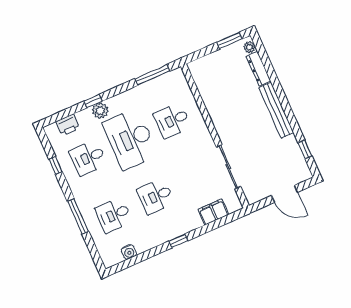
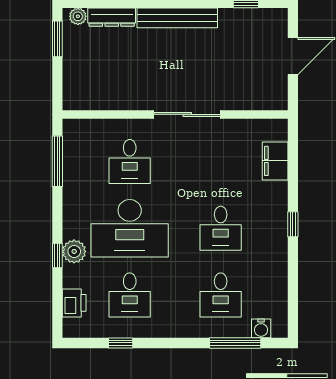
sliding door: (228, 167) -> (187, 114), moved
window: (78, 216) -> (235, 343), moved
water cooler: (129, 252) -> (261, 328), moved, turned 90

